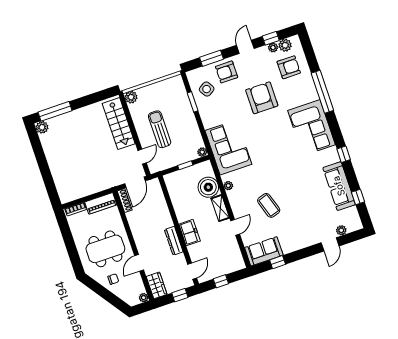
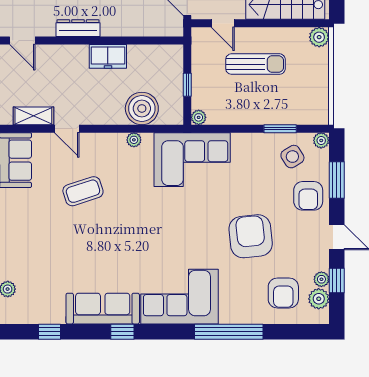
armchair: (227, 72) -> (308, 196), turned 180
plant: (191, 75) -> (321, 140), added
armchair: (262, 98) -> (251, 236), turned -96
sofa: (339, 186) -> (103, 309), moved
shelving: (220, 208) -> (33, 116), moved
freezer: (190, 233) -> (108, 56), moved

